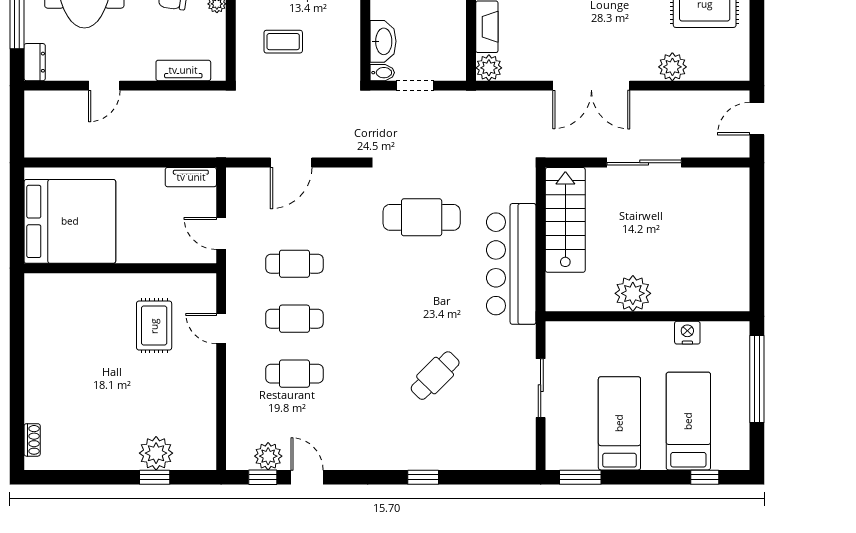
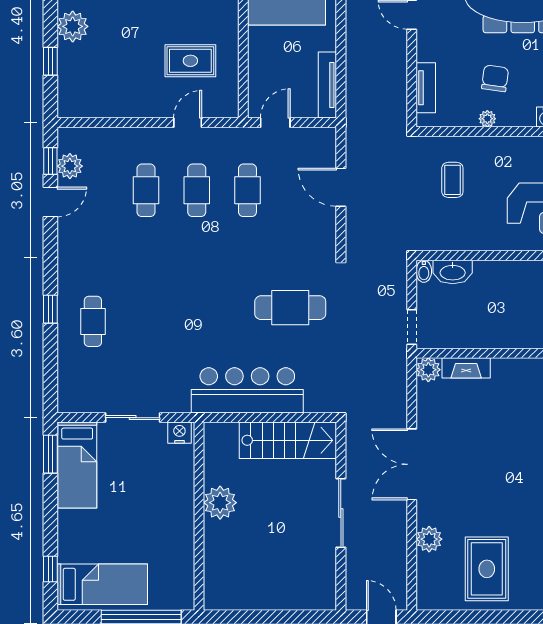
doorway: (415, 86) -> (412, 327), moved
tv unit: (191, 177) -> (327, 85), width x1.41
cafe table: (422, 217) -> (290, 308), turned 90
nightstand: (687, 333) -> (179, 433), moved, turned -90
cafe table: (435, 376) -> (93, 321), moved, turned 45
bed: (688, 421) -> (102, 584), moved
bed: (619, 423) -> (77, 465), moved, turned 90
plant: (156, 453) -> (73, 26), moved

